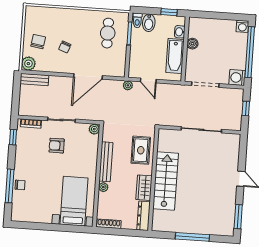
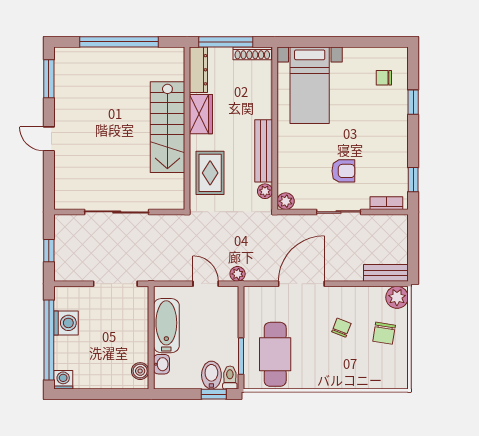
window: (169, 12) -> (214, 394), moved
cafe table: (108, 33) -> (275, 354), width x1.37, depth x1.35
boiler: (192, 44) -> (140, 371), moved
washing machine: (237, 78) -> (66, 323), moved
chair: (20, 185) -> (384, 78), moved
window: (10, 186) -> (413, 102), width x0.46
plant: (103, 187) -> (265, 191), moved
window: (125, 232) -> (226, 42), added
window: (192, 237) -> (119, 42), width x1.46

